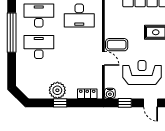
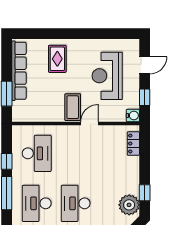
plant: (57, 90) -> (129, 205), moved
window: (60, 103) -> (145, 193), moved

